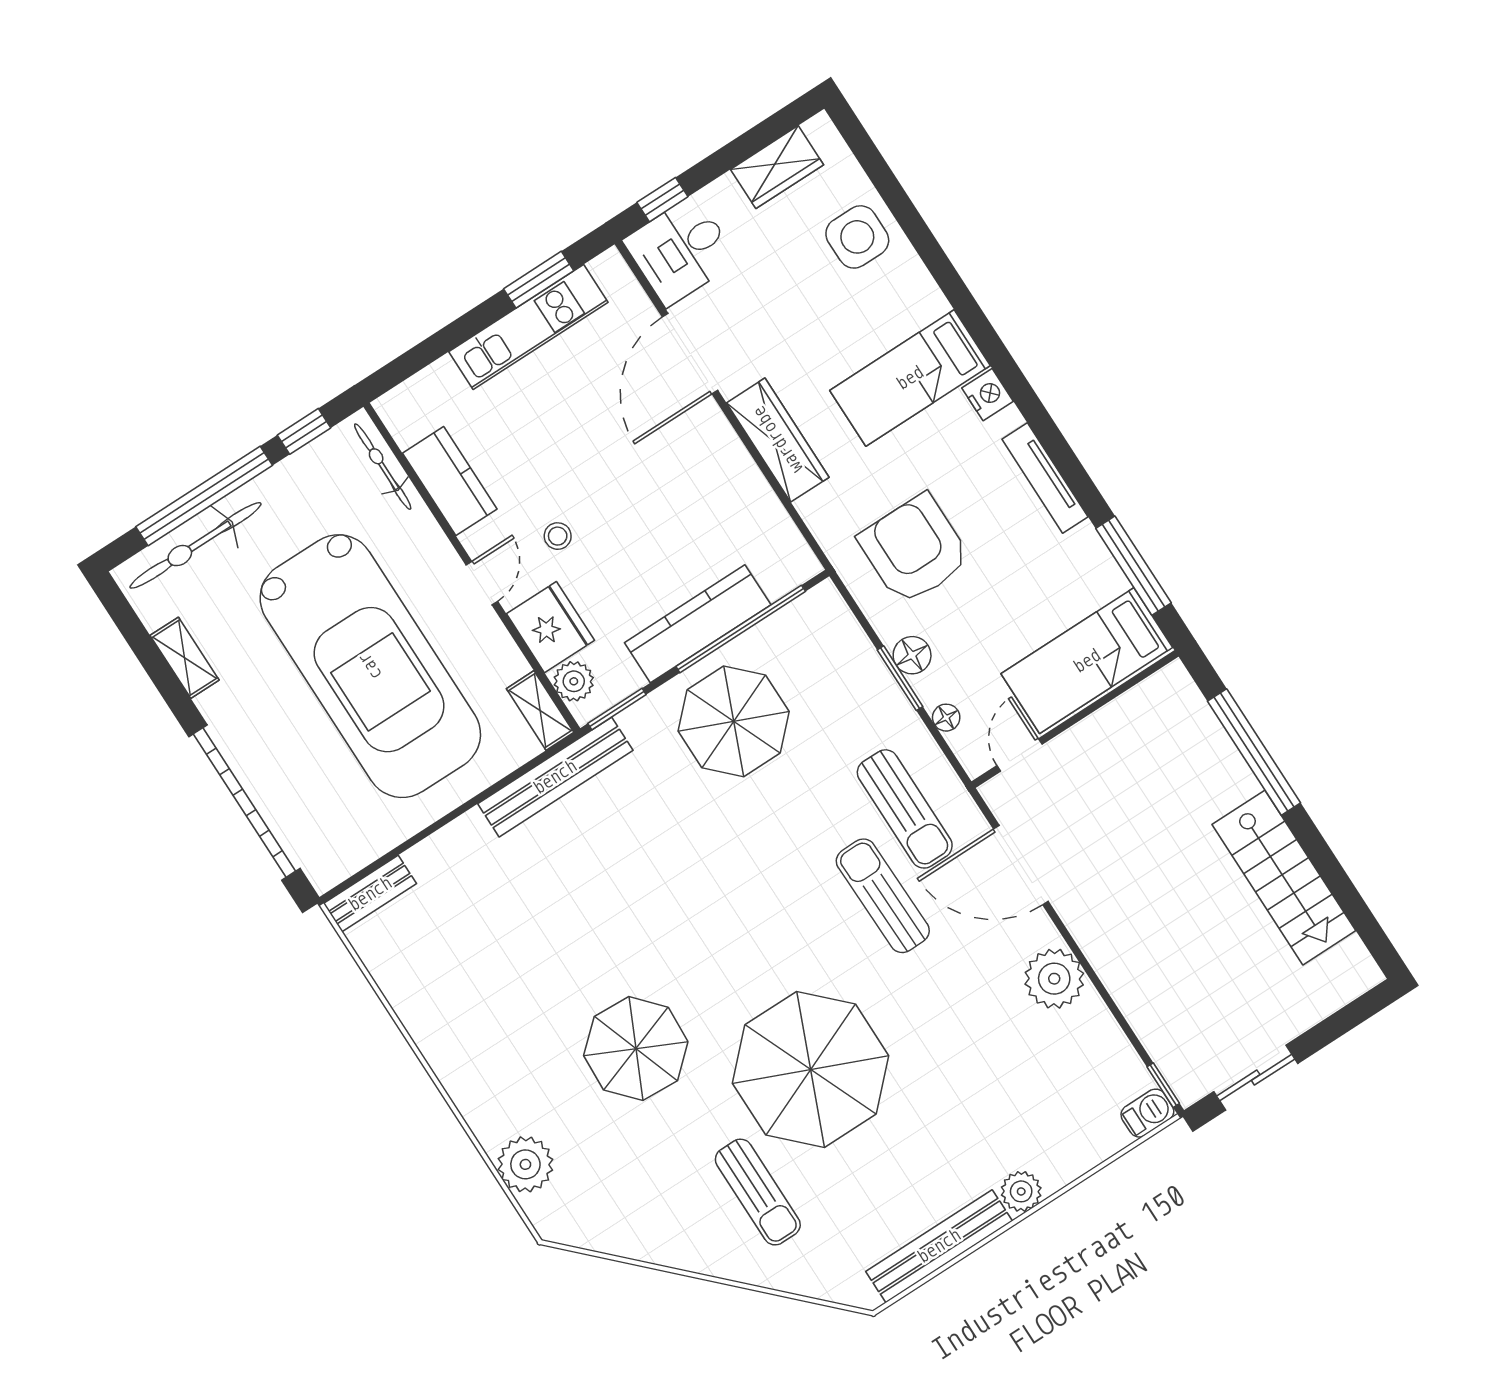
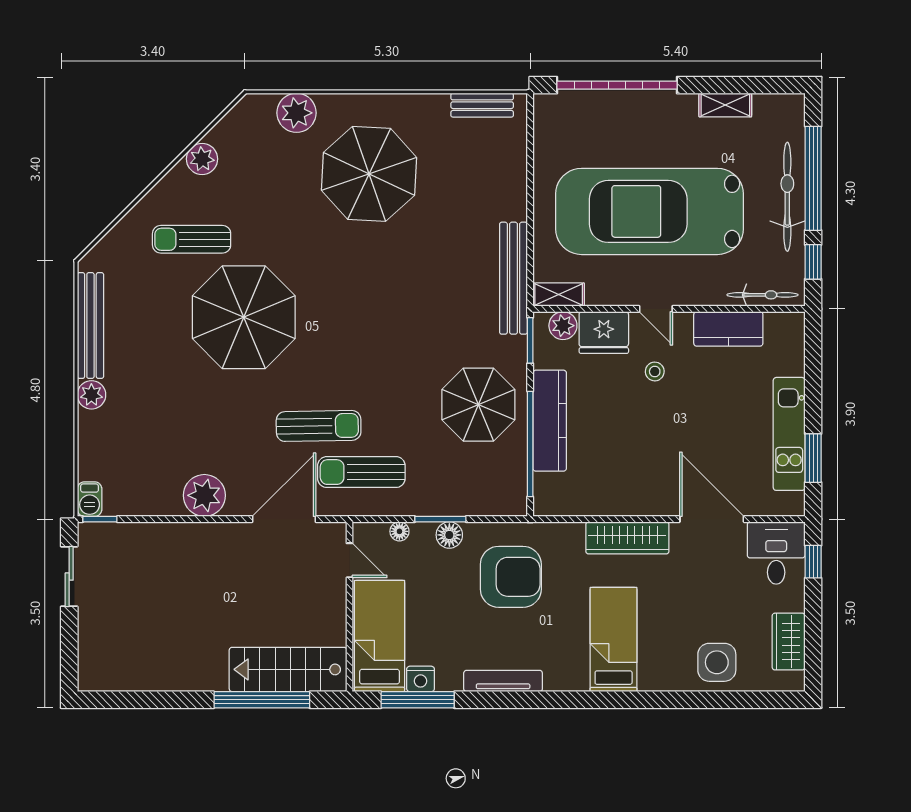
nightstand: (988, 395) -> (421, 679), moved
bicycle: (195, 545) -> (787, 197), moved
stairs: (1284, 878) -> (288, 669), moved
bench: (370, 894) -> (482, 105), moved, turned 90
parasol: (636, 1049) -> (369, 174), moved, width x1.36, depth x1.36
plant: (654, 1242) -> (202, 159), added

